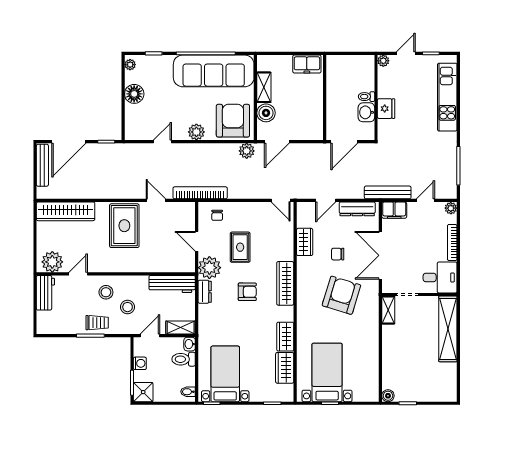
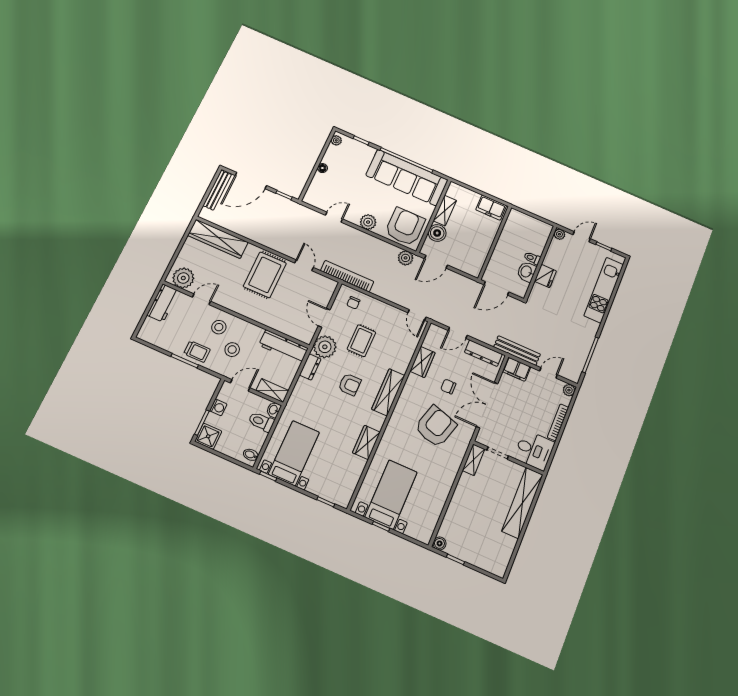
floor lamp: (134, 94) -> (322, 168), width x0.53, depth x0.53
wardrobe: (285, 368) -> (353, 472), removed

